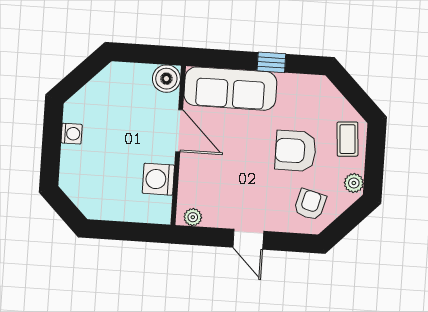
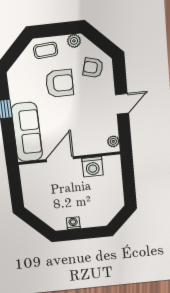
boiler: (166, 79) -> (28, 173), removed
armchair: (296, 151) -> (59, 83), turned -90

